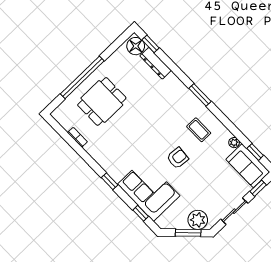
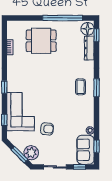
window: (82, 77) -> (63, 18), moved
coffee table: (199, 130) -> (81, 87), moved
armchair: (178, 158) -> (47, 129), moved

